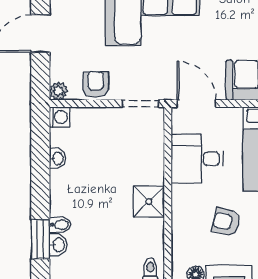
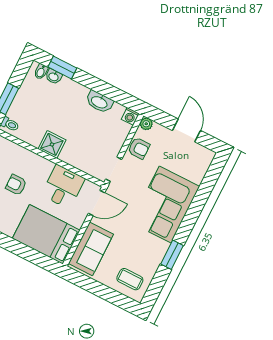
washbasin: (57, 158) -> (99, 102), width x1.91, depth x1.45
armchair: (226, 222) -> (16, 185), turned -103
bidet: (60, 225) -> (41, 72), moved

